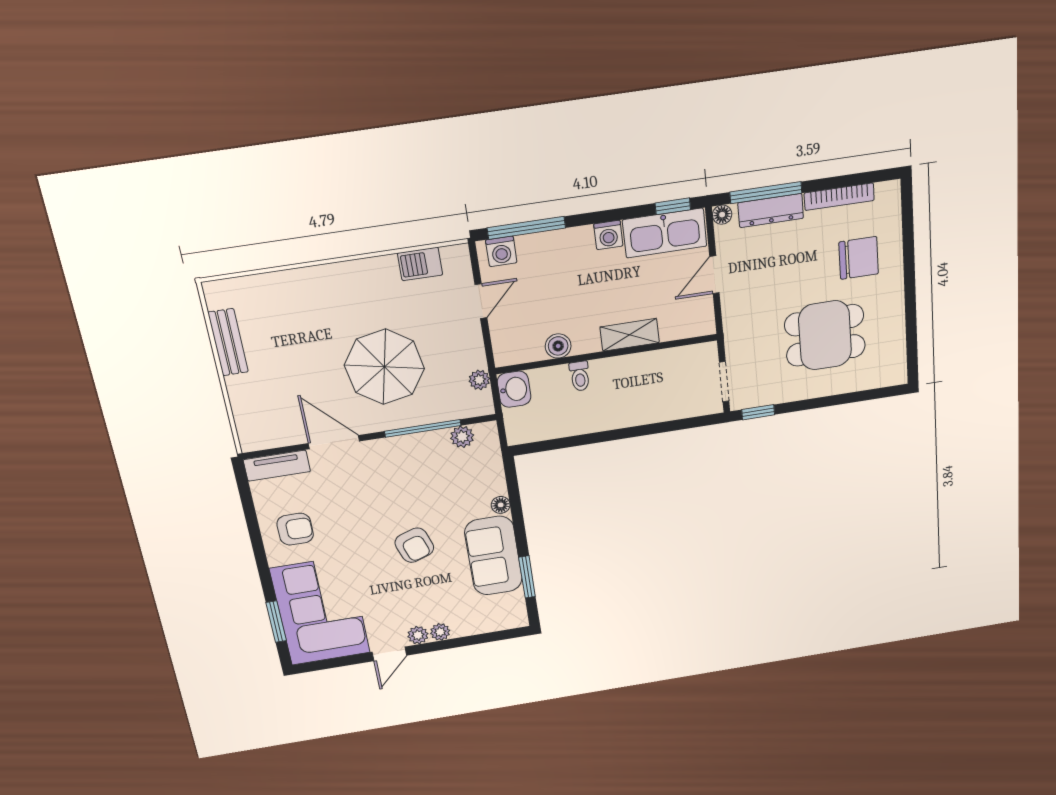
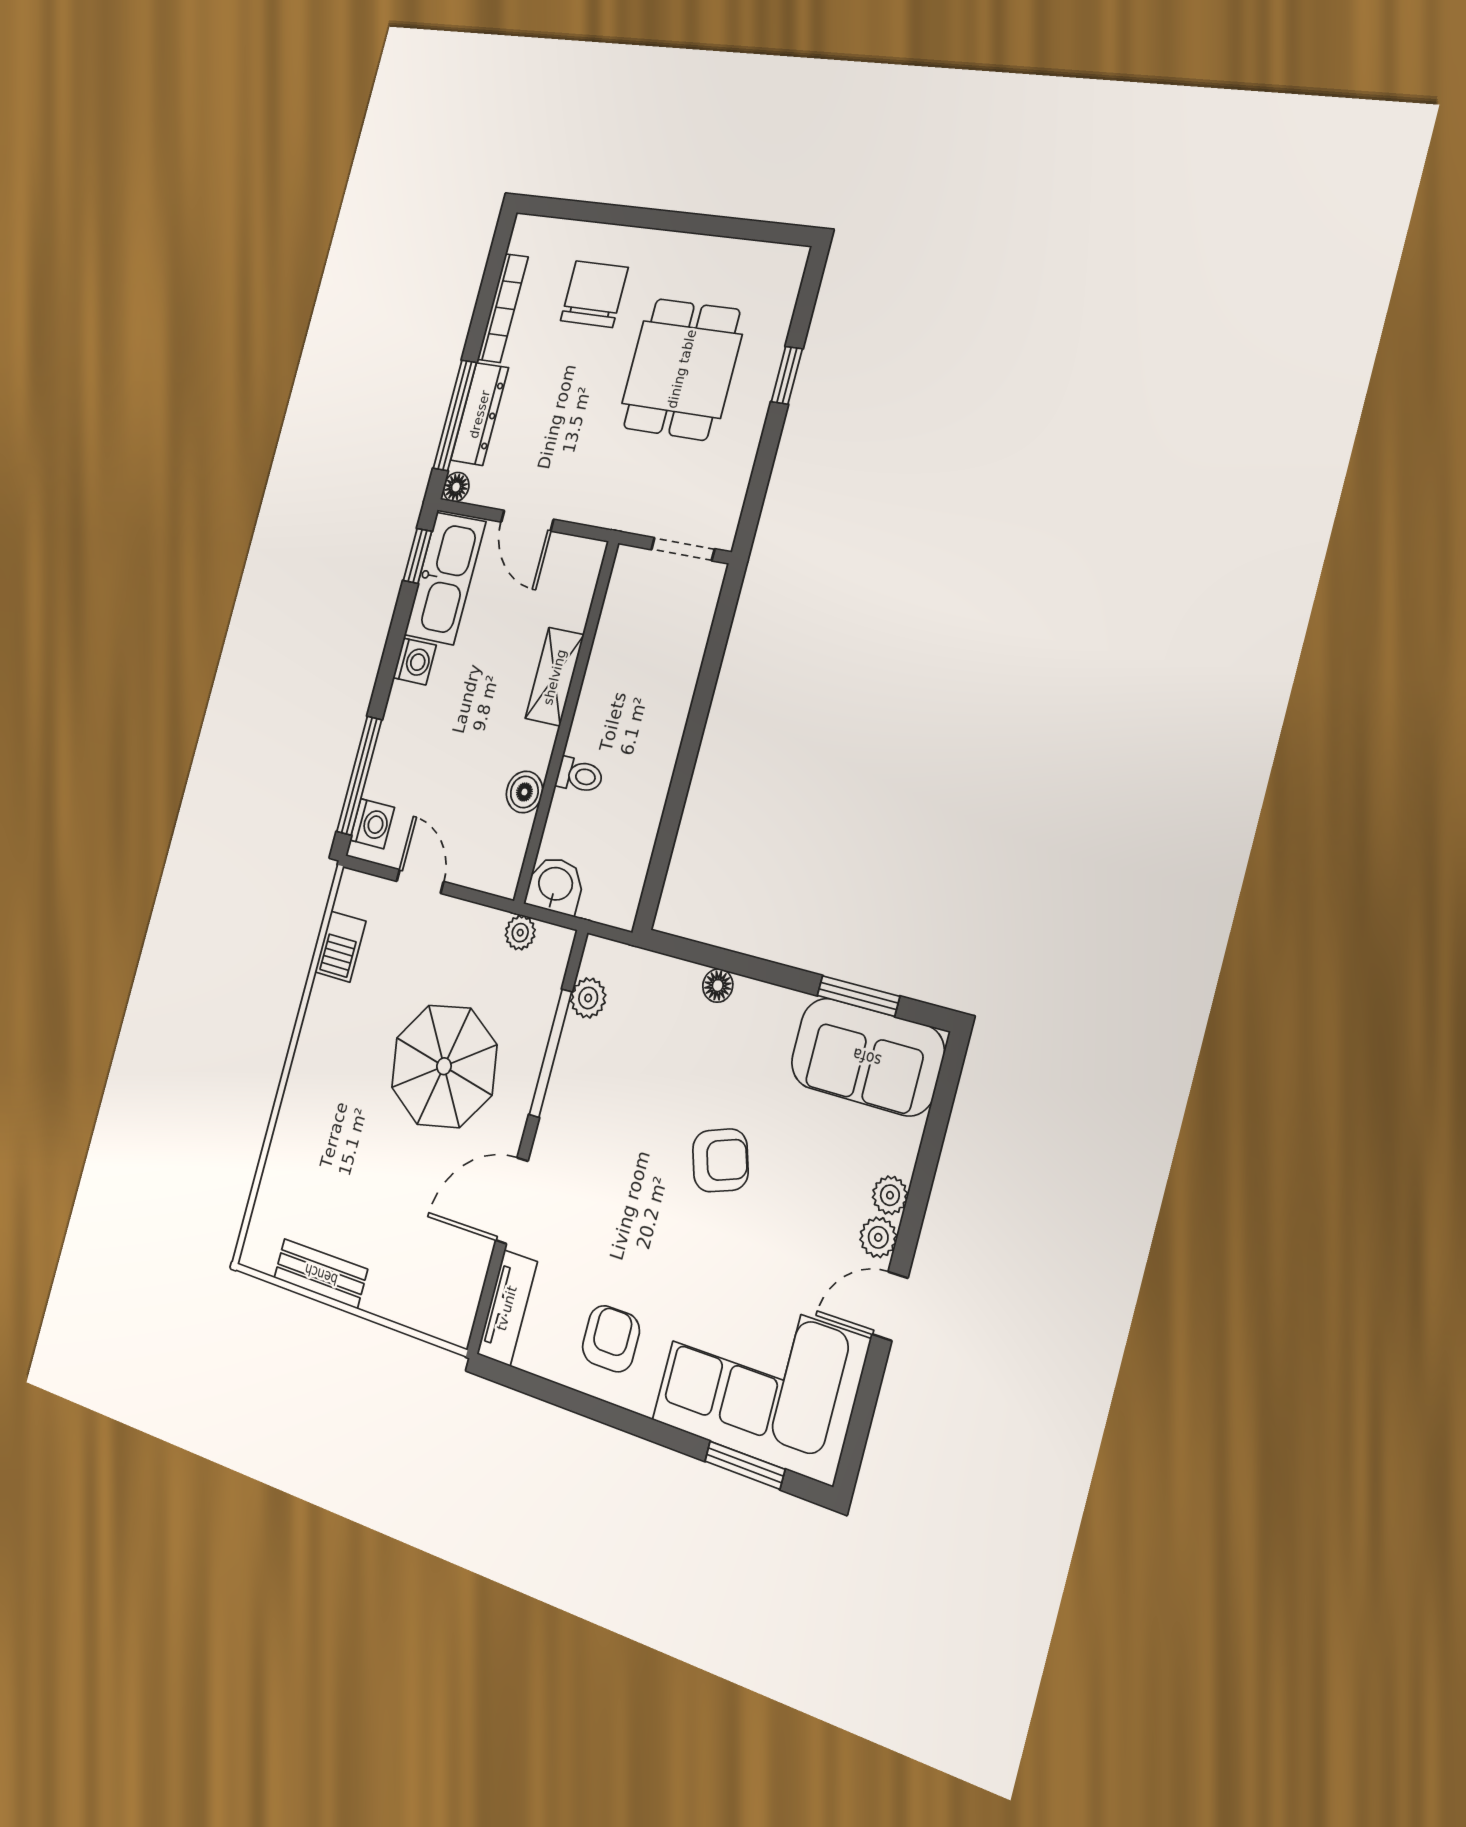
window: (758, 412) -> (787, 375), moved
sofa: (493, 556) -> (867, 1057), moved
door: (389, 654) -> (890, 1306), swing flipped

